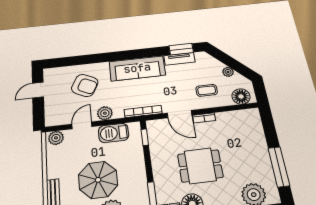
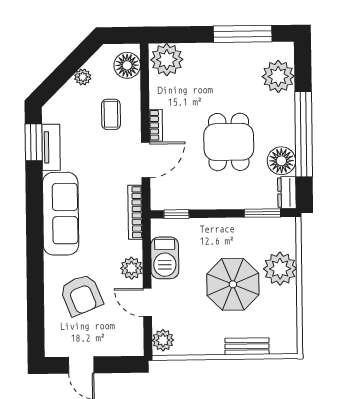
armchair: (85, 85) -> (81, 295), turned 131
plant: (250, 120) -> (167, 60), added

